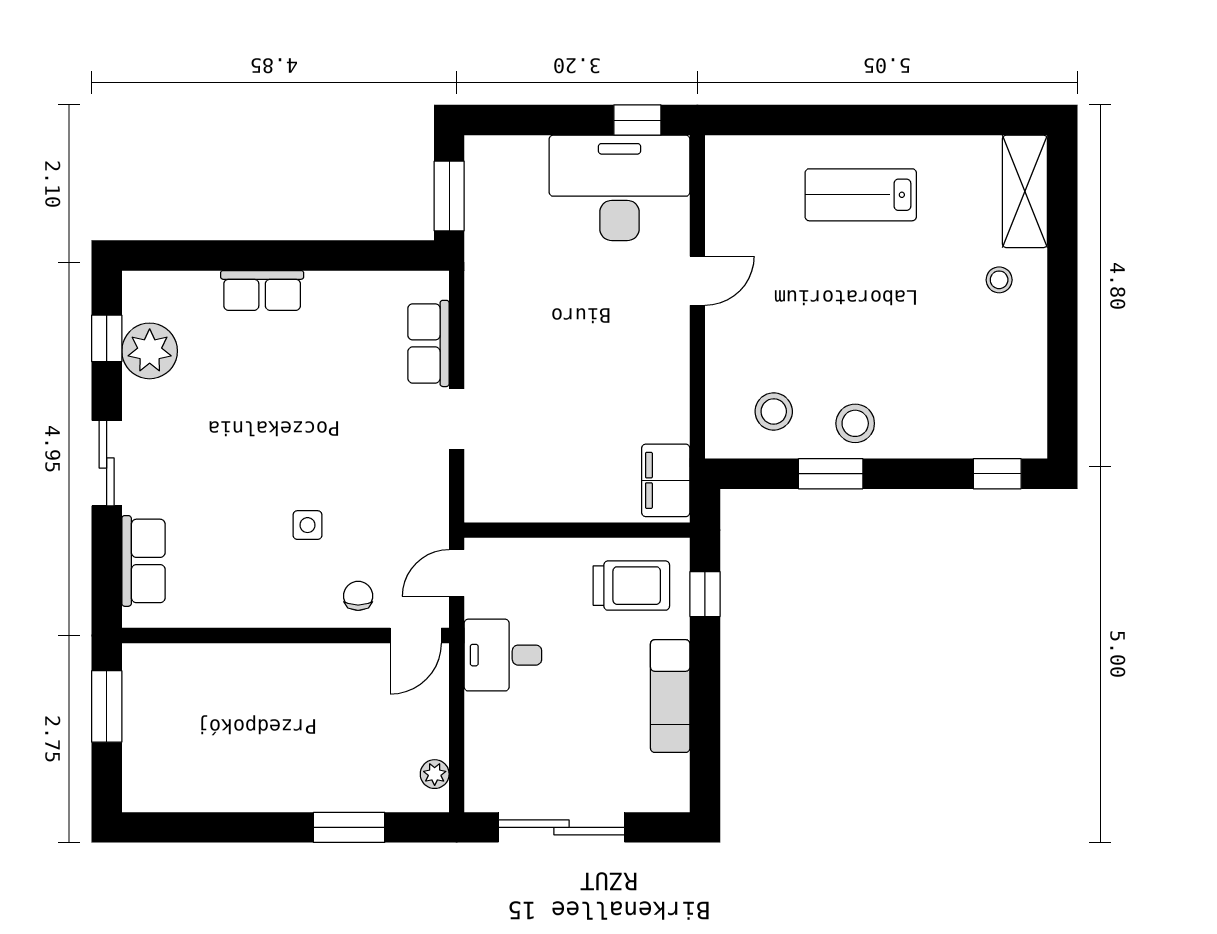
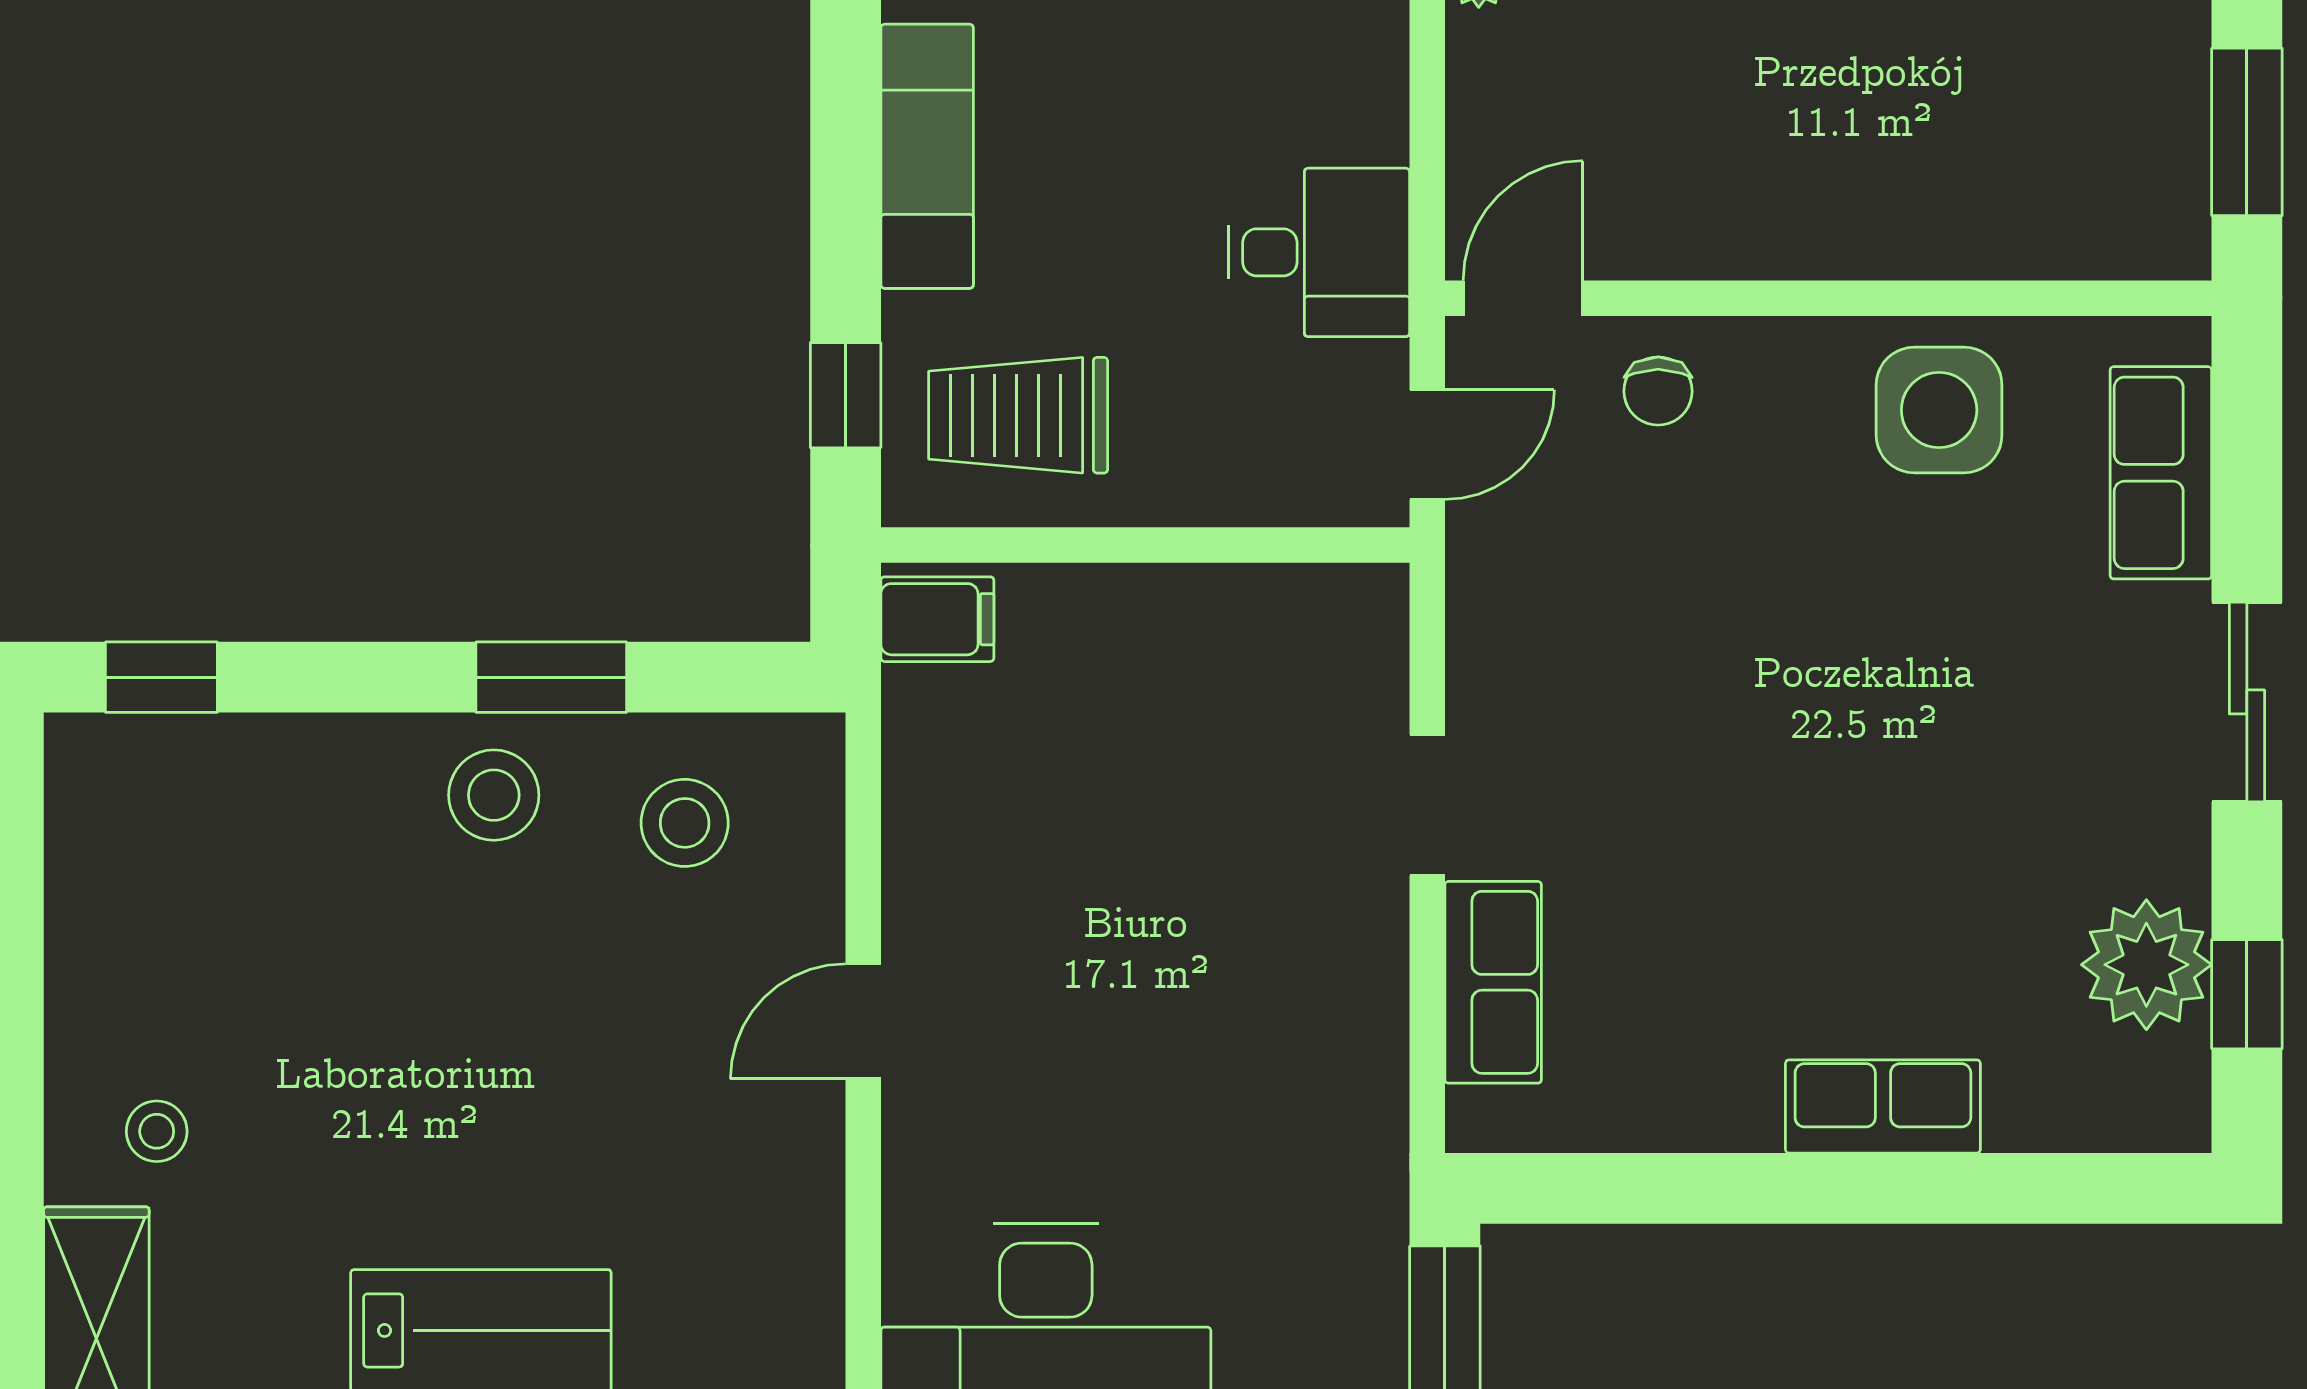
door: (697, 281) -> (863, 1021), moved
filing cabinet: (666, 480) -> (937, 619), width x0.50
side table: (307, 525) -> (1939, 410), moved, width x1.87, depth x1.87

